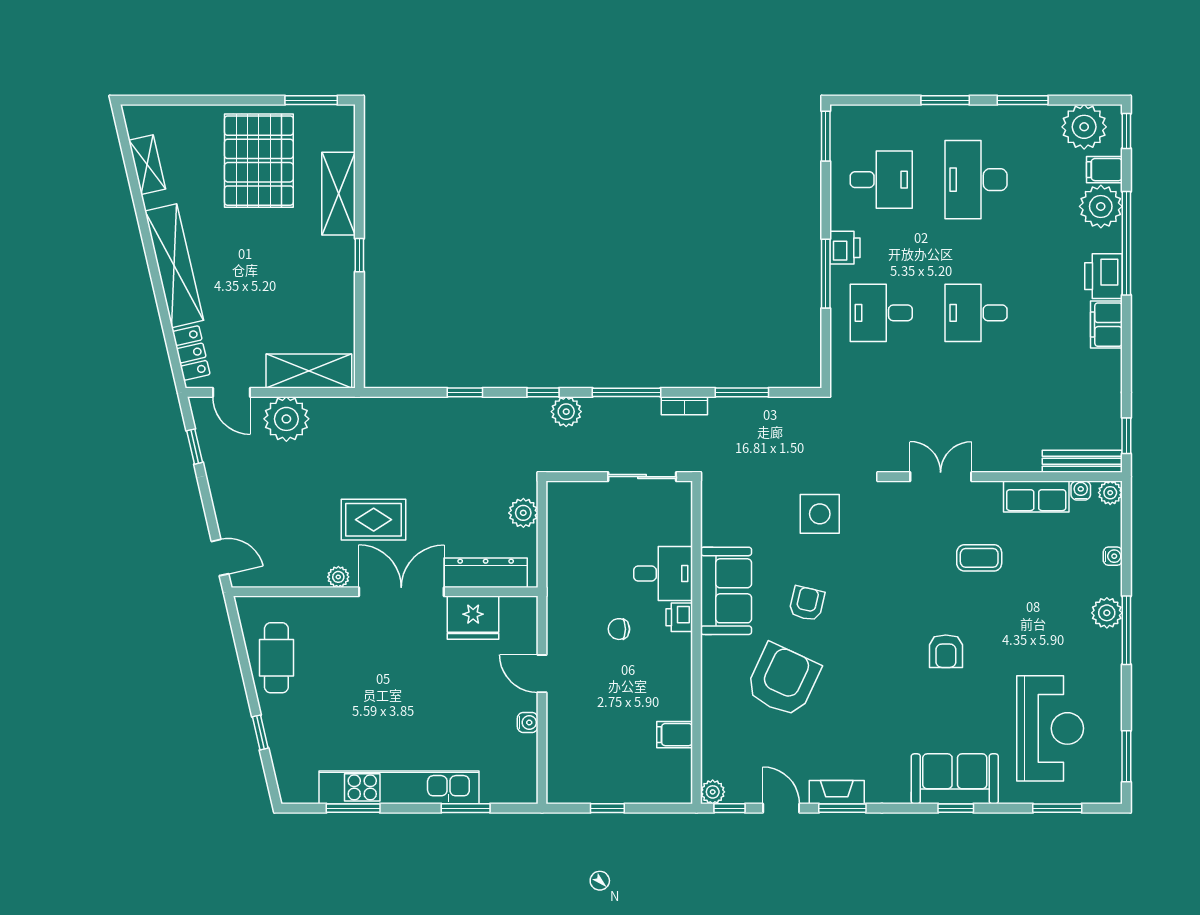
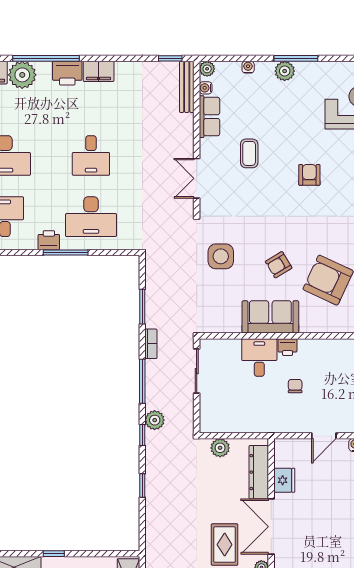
desk: (881, 313) -> (91, 217), width x1.37
armchair: (807, 604) -> (279, 265), turned -44
fridge: (473, 618) -> (284, 480), width x0.73, depth x0.75
chair: (619, 629) -> (295, 386), turned 180
armchair: (946, 651) -> (309, 175), turned -90

